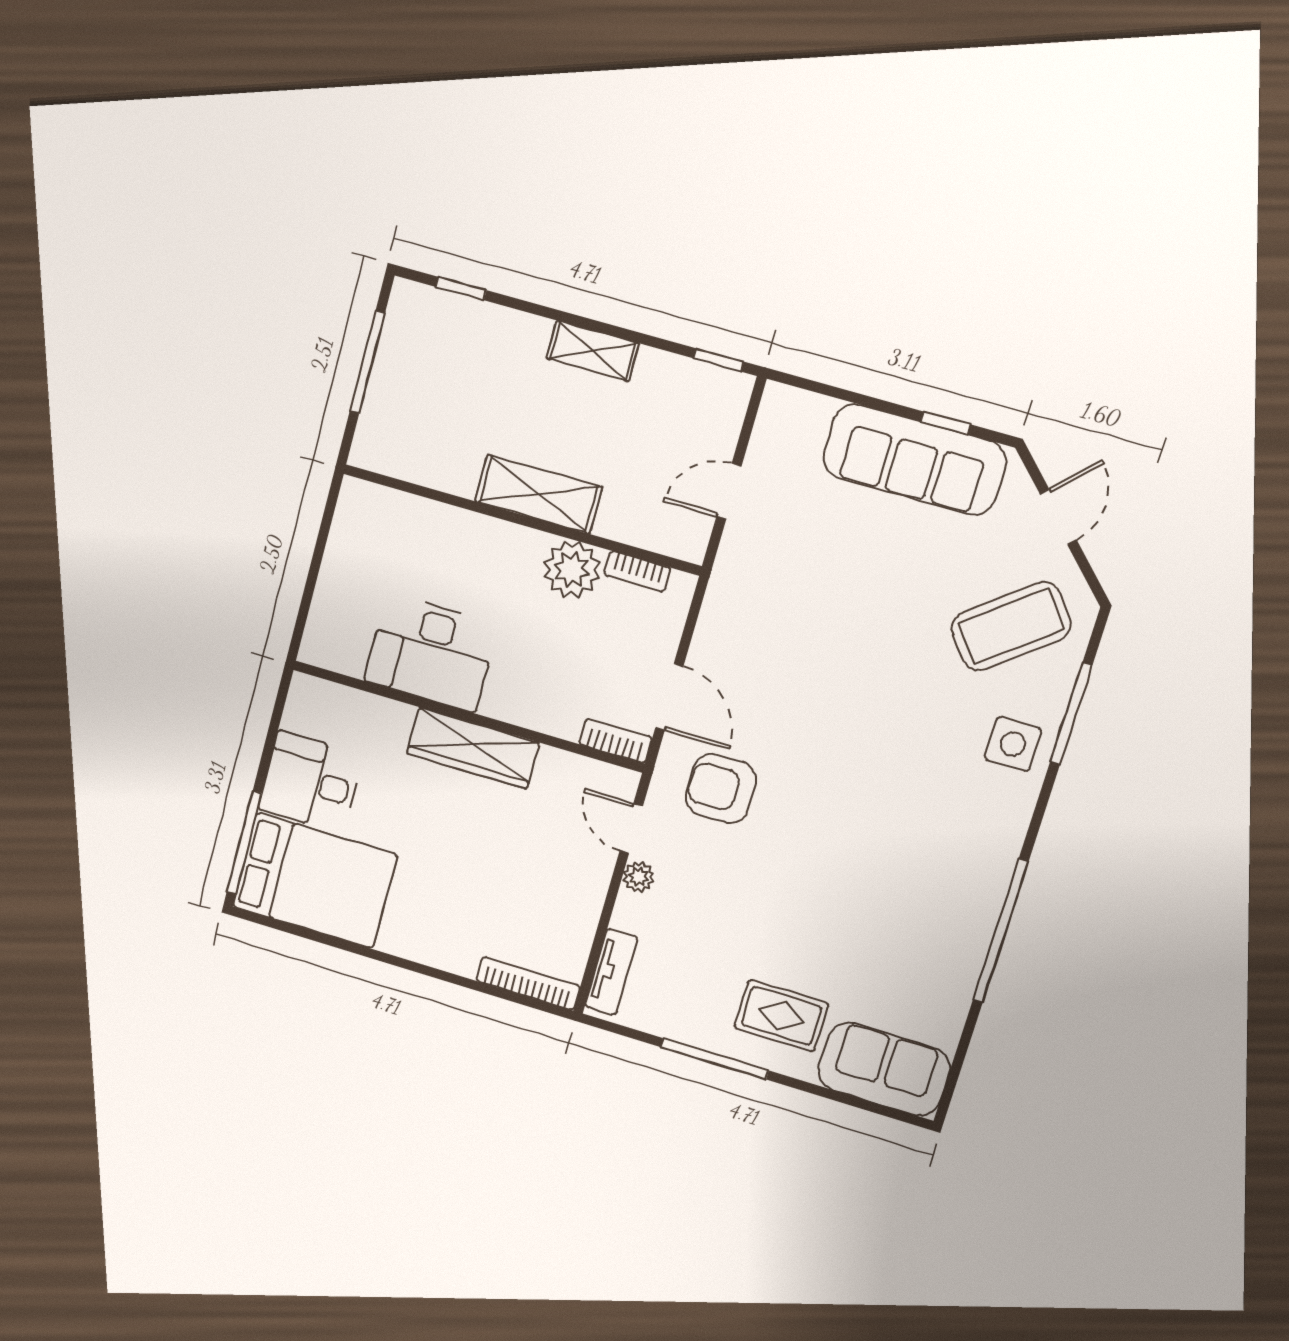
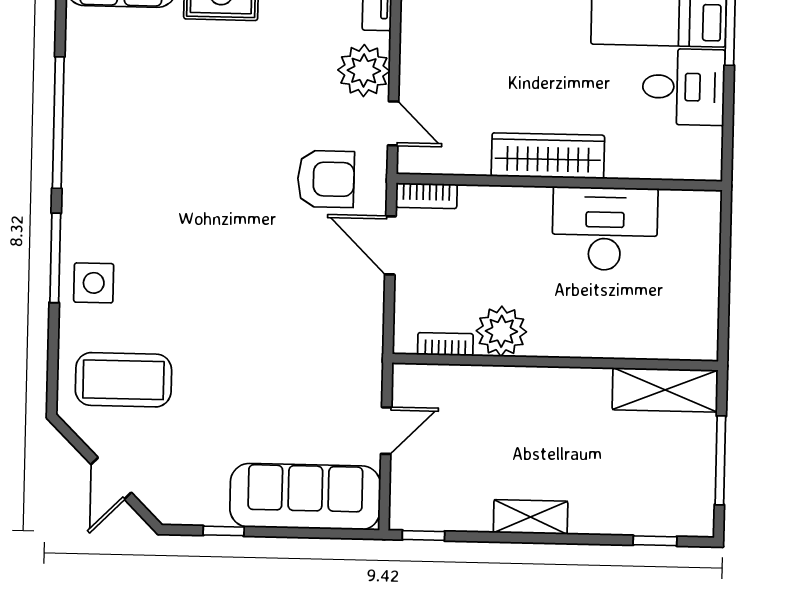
sofa: (914, 460) -> (305, 497), moved
shelving: (539, 494) -> (665, 390), moved
coffee table: (1011, 626) -> (123, 380), turned 38
window: (1071, 714) -> (55, 258), moved
plant: (639, 877) -> (364, 71), width x1.87, depth x1.87

